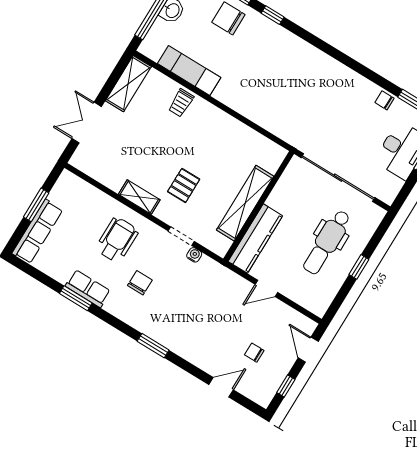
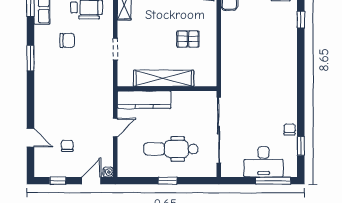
pallet: (184, 185) -> (188, 39), moved
water cooler: (194, 255) -> (108, 172), moved
door: (266, 288) -> (115, 127), swing flipped
window: (153, 346) -> (30, 58), moved

